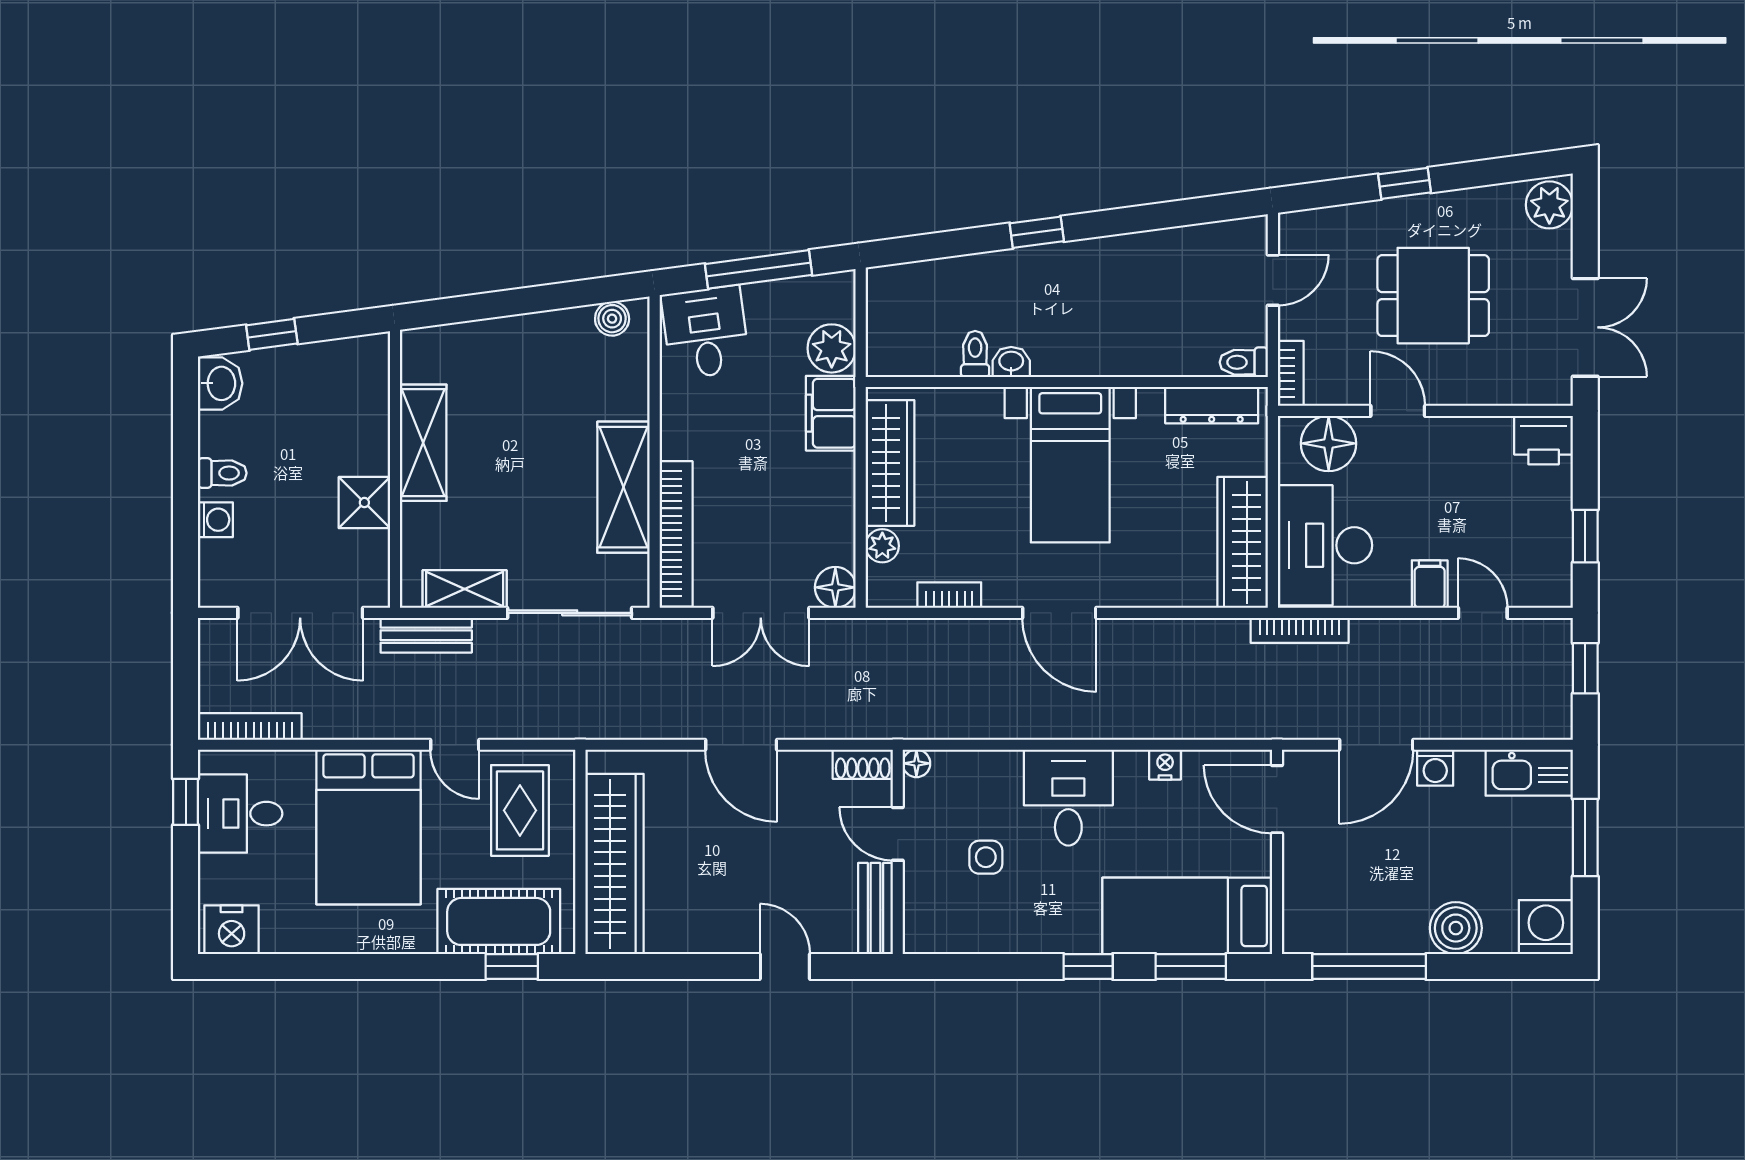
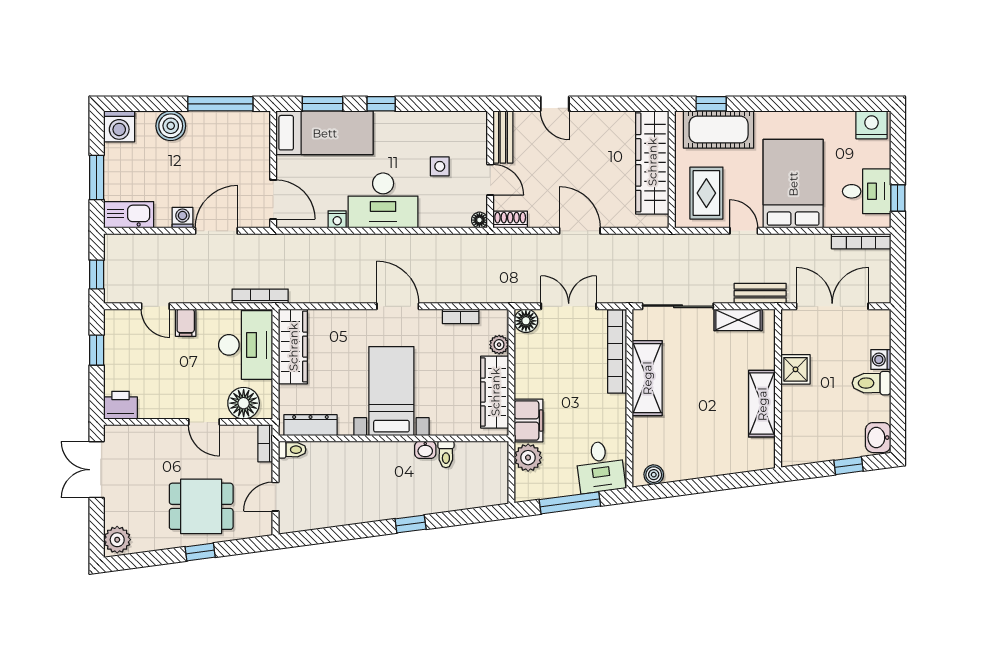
dining table: (1433, 296) -> (201, 506), moved
toilet: (222, 473) -> (871, 383), width x1.37, depth x1.39
desk: (1068, 798) -> (383, 200), width x1.37

